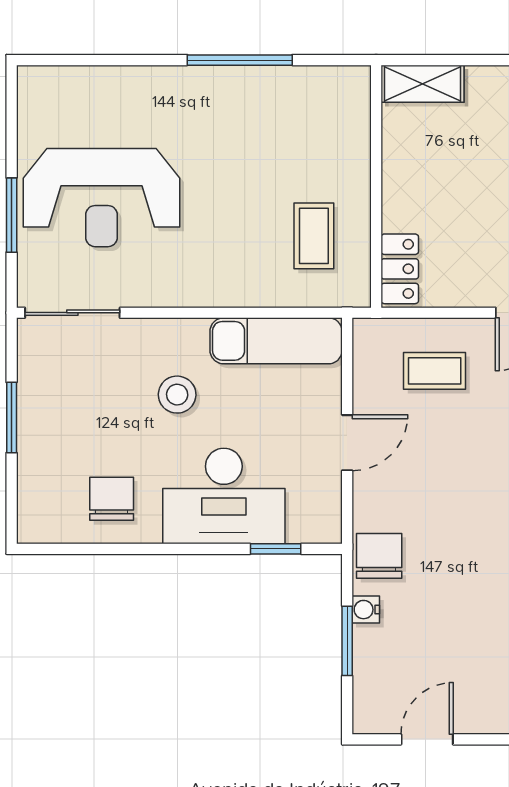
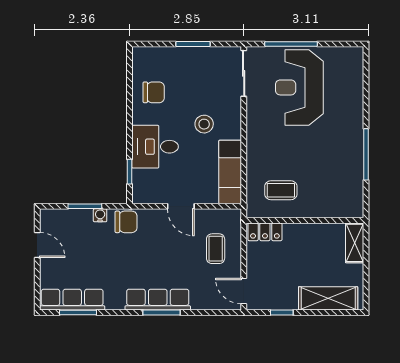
window: (12, 215) -> (291, 44), width x1.44
desk: (224, 496) -> (155, 147), width x0.73

